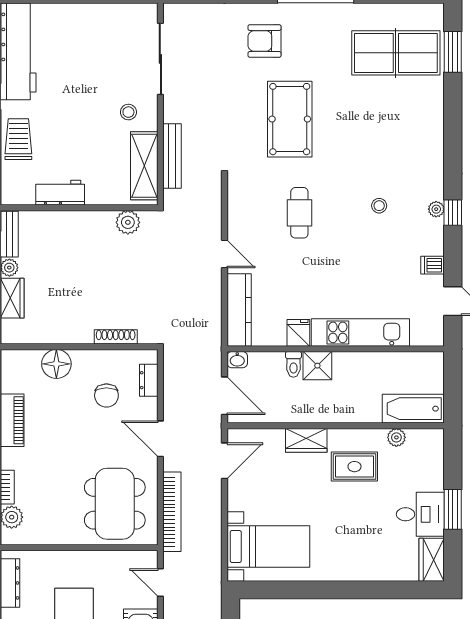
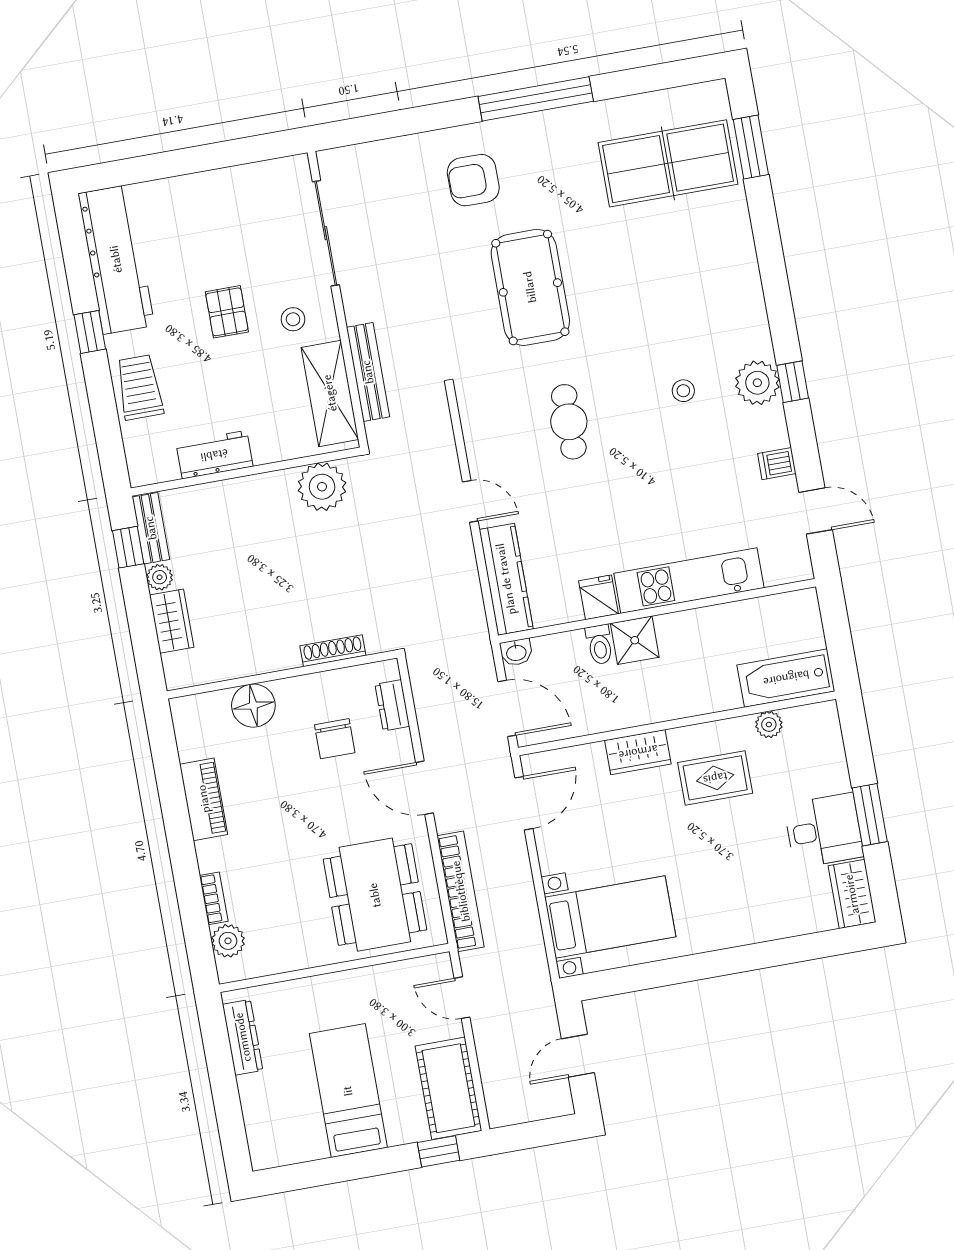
pallet: (85, 99) -> (227, 312), added
plant: (436, 209) -> (757, 383), width x1.88, depth x1.88
plant: (128, 222) -> (322, 487), width x1.36, depth x1.36

